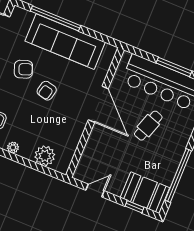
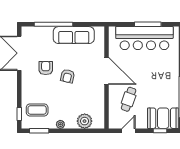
sofa: (65, 42) -> (74, 35), width x0.74, depth x0.79
armchair: (23, 69) -> (46, 68), turned -70
cafe table: (148, 126) -> (129, 99), moved

